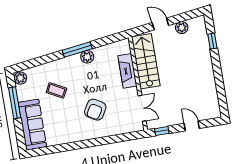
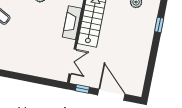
armchair: (95, 110) -> (30, 47), removed
door: (192, 126) -> (111, 95), width x1.87

